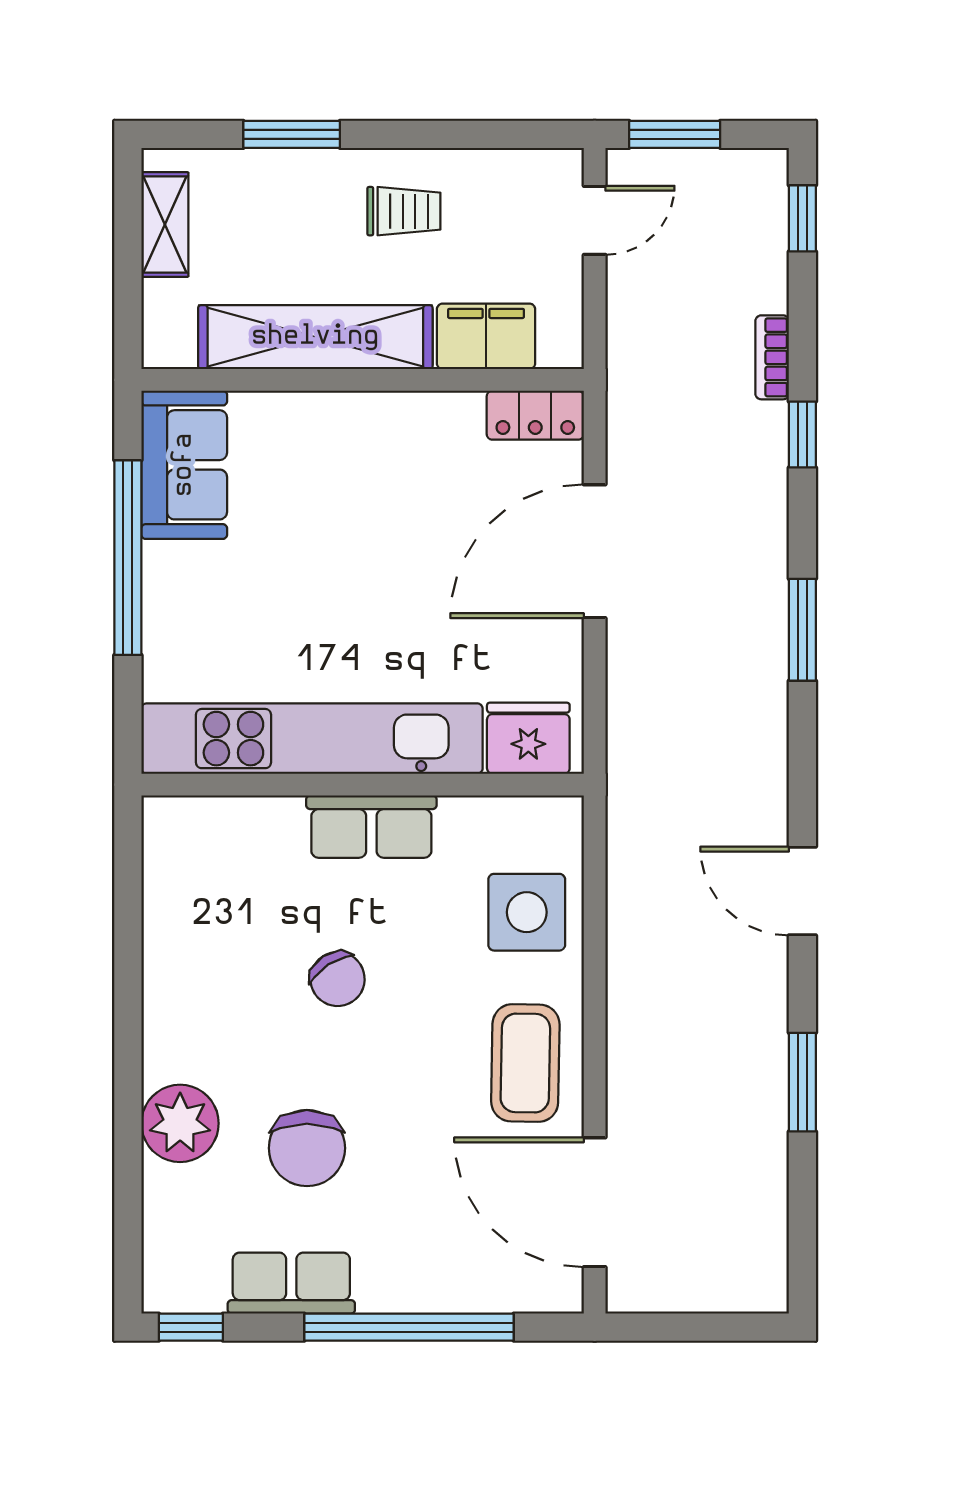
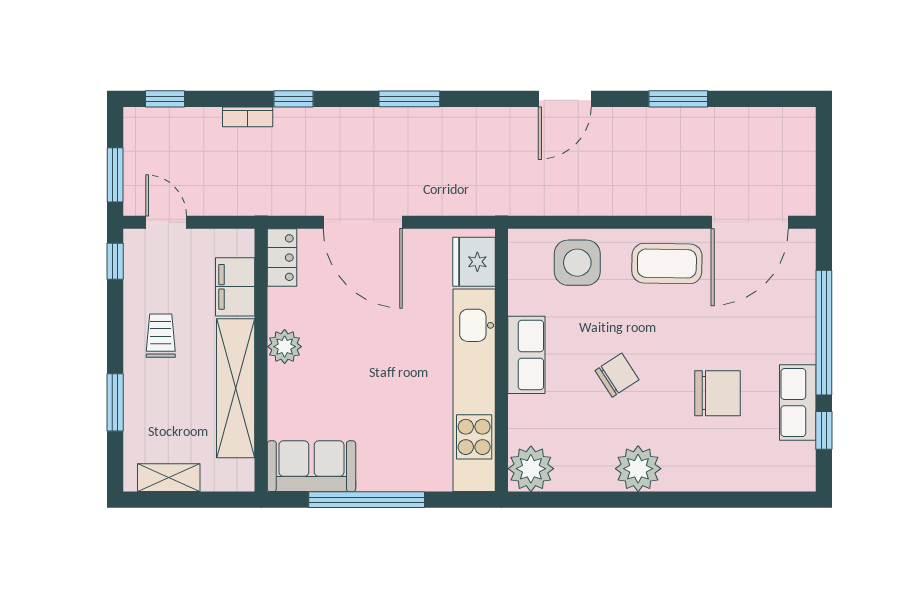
window: (529, 134) -> (115, 261), added
plant: (386, 420) -> (285, 347), added
plant: (180, 834) -> (531, 469), added
plant: (180, 1123) -> (638, 469), moved
window: (191, 1327) -> (824, 430), moved

